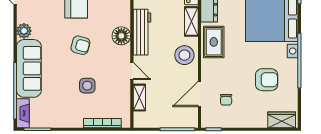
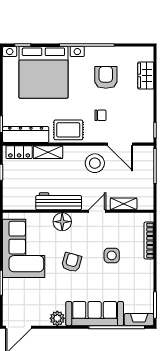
stool: (184, 55) -> (95, 163), moved
chair: (226, 100) -> (100, 115), moved
wardrobe: (282, 120) -> (146, 76), moved

